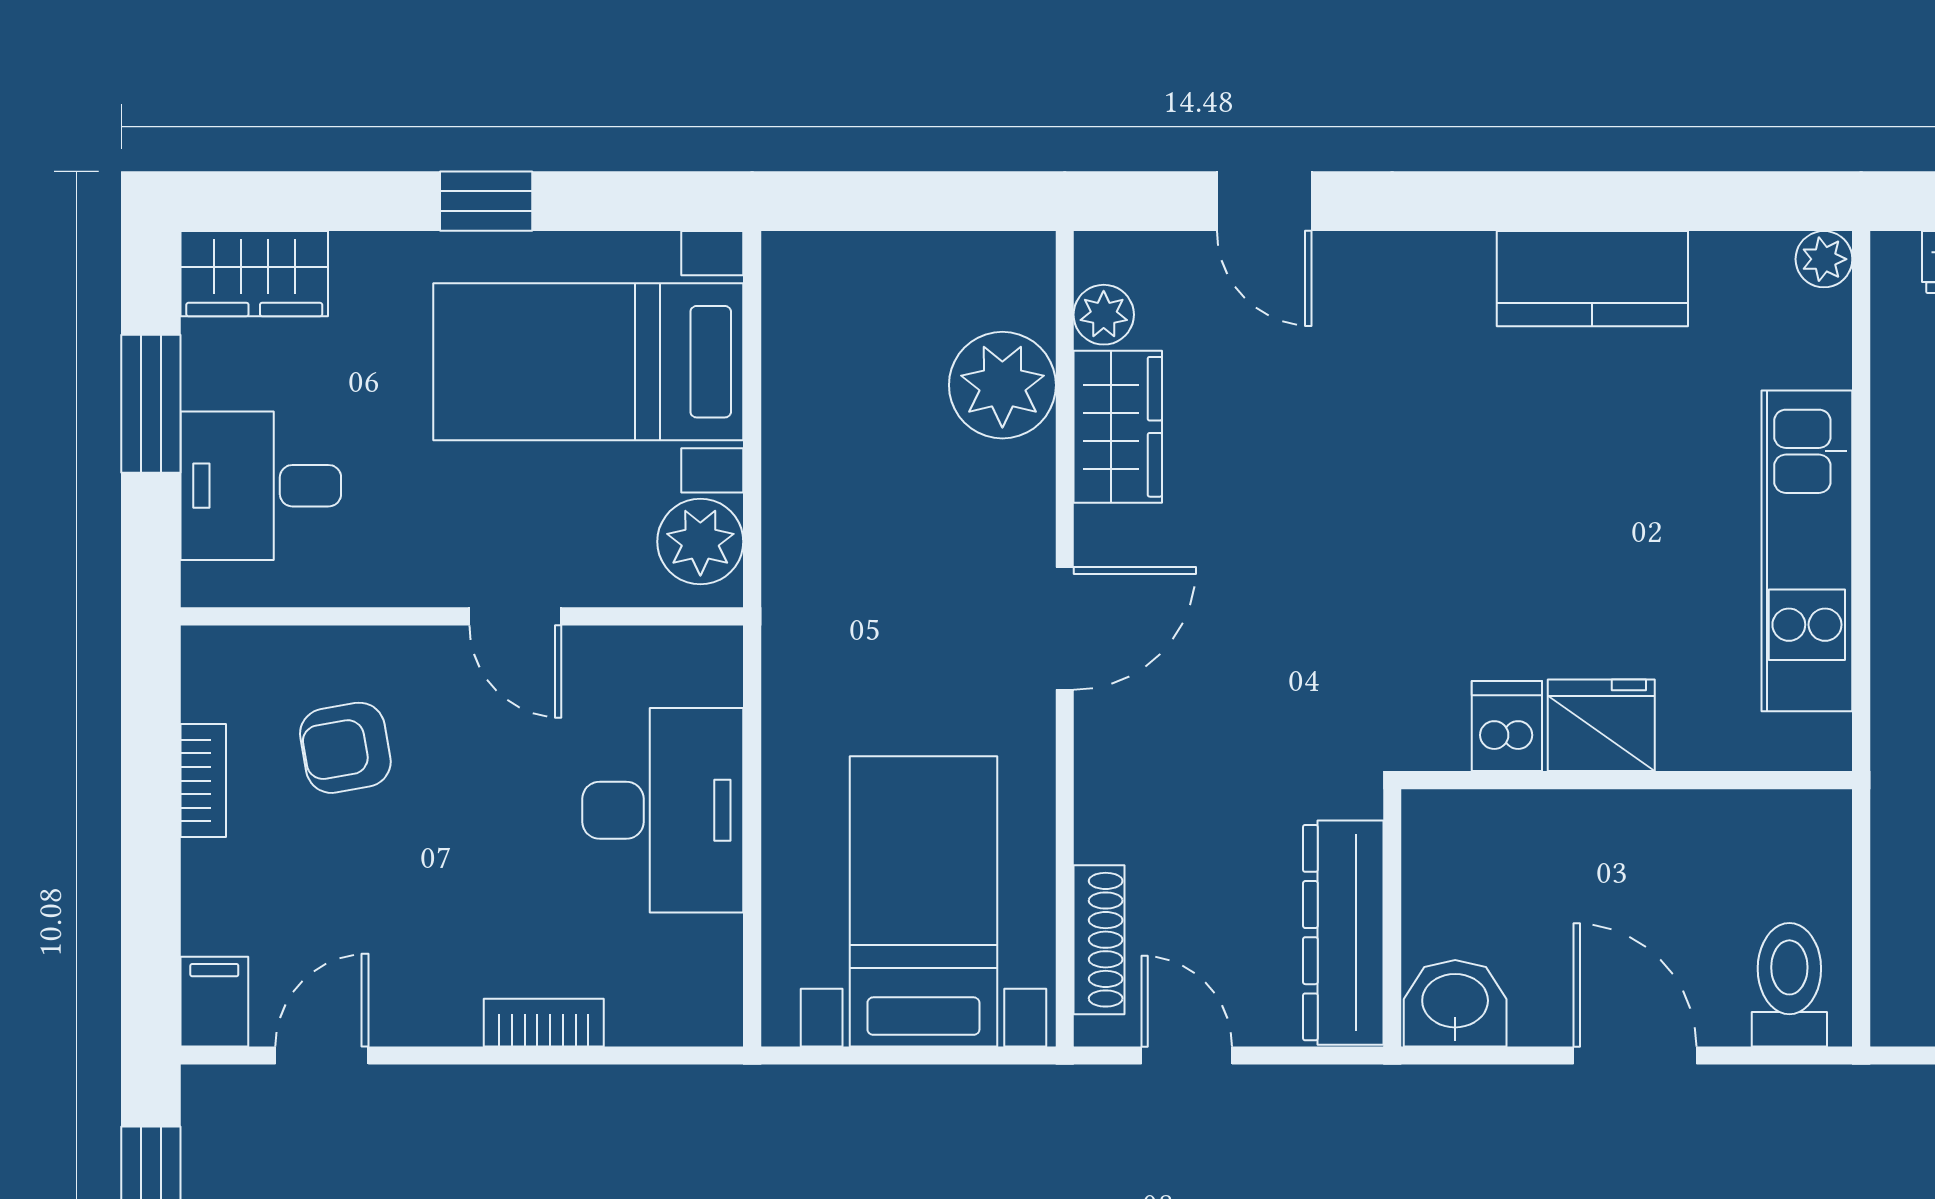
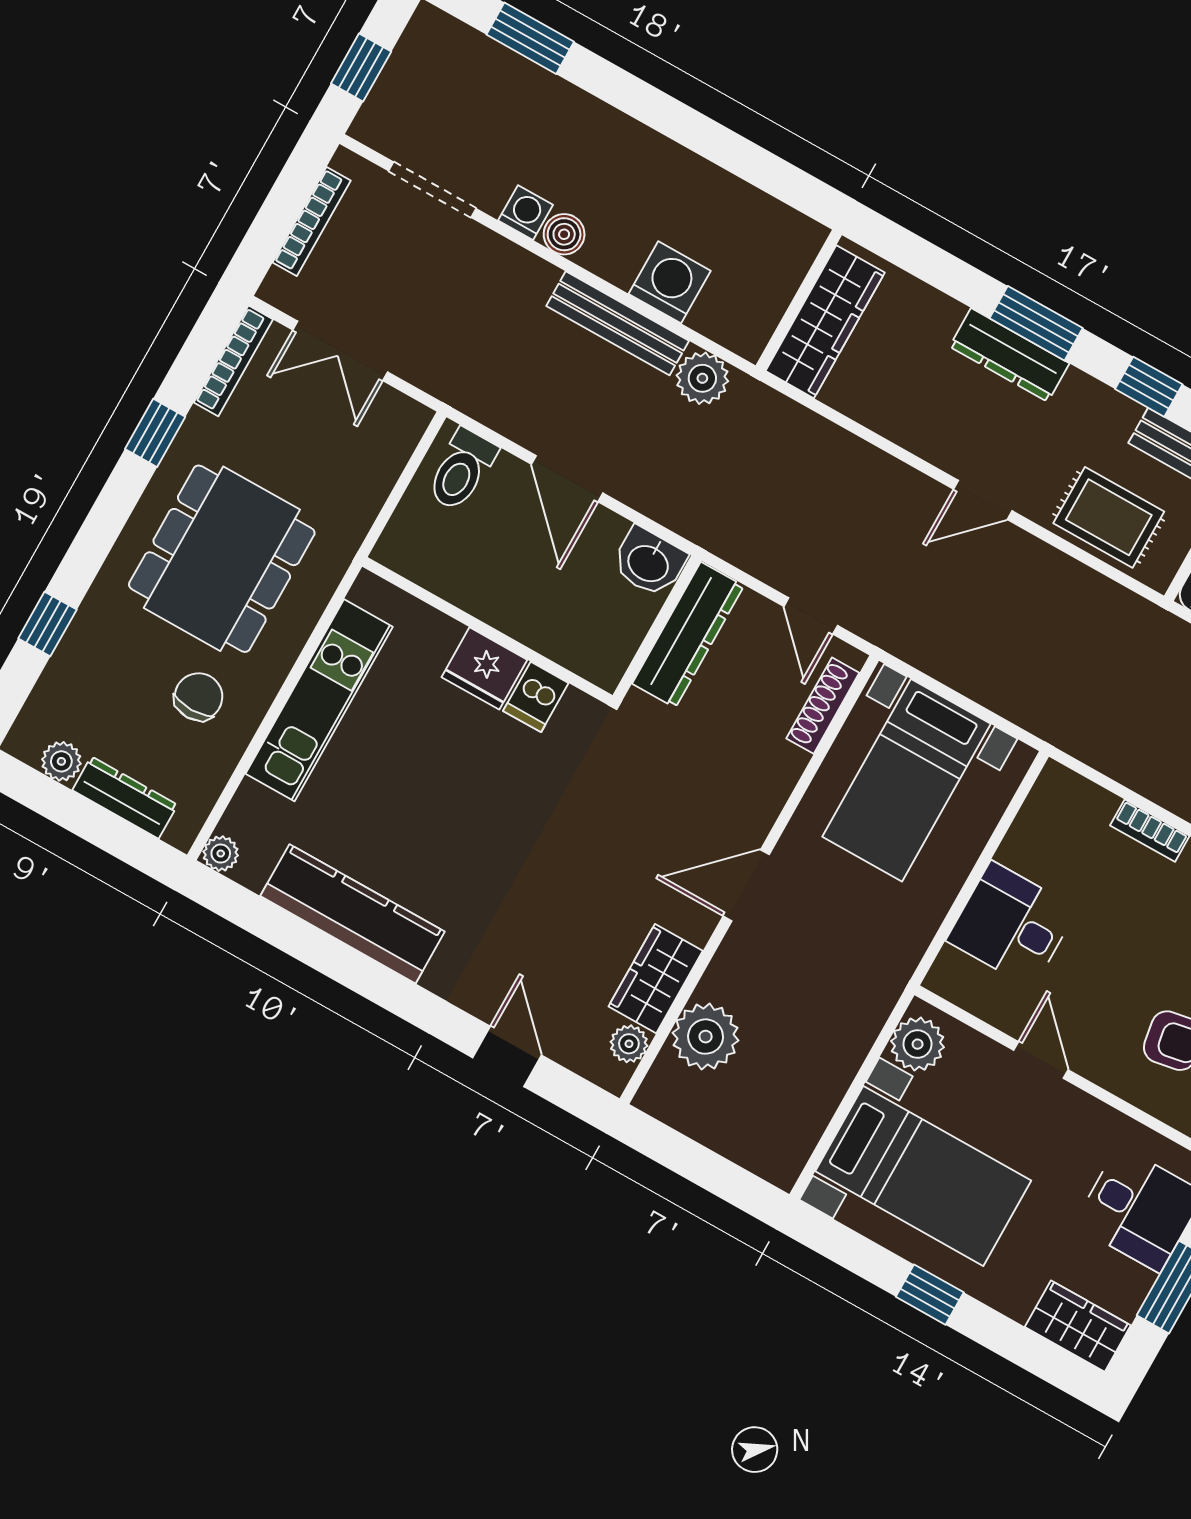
kitchen counter: (1592, 279) -> (352, 914), width x1.50
desk: (663, 810) -> (1012, 925), width x0.73

